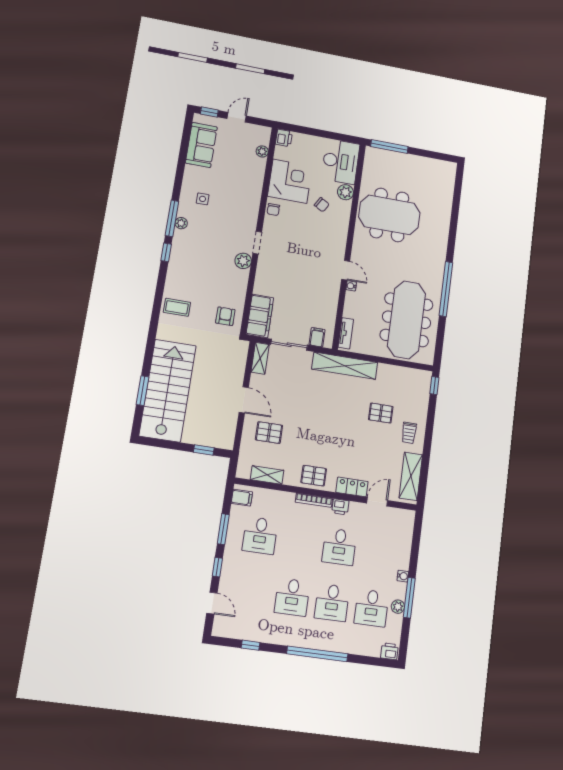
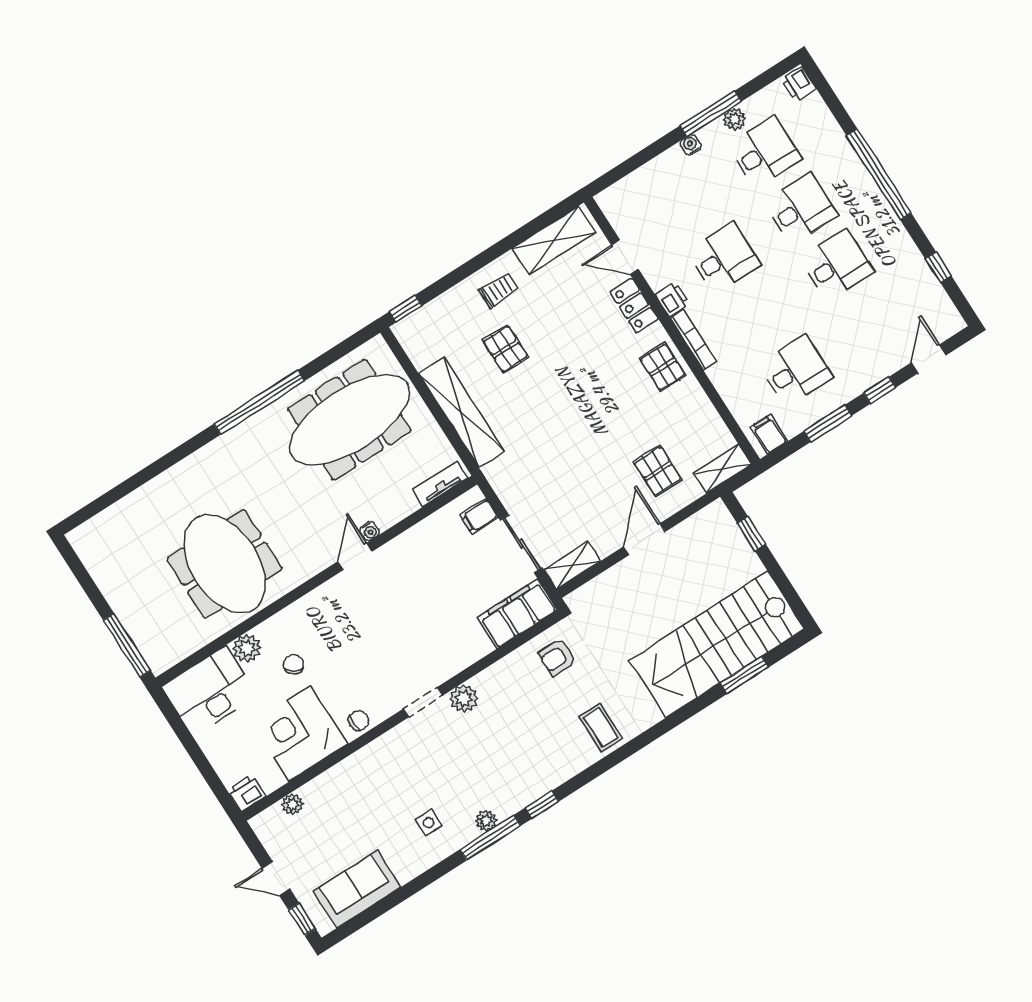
shelving: (345, 366) -> (462, 412), moved
shelving: (267, 475) -> (722, 469), moved, turned 90

